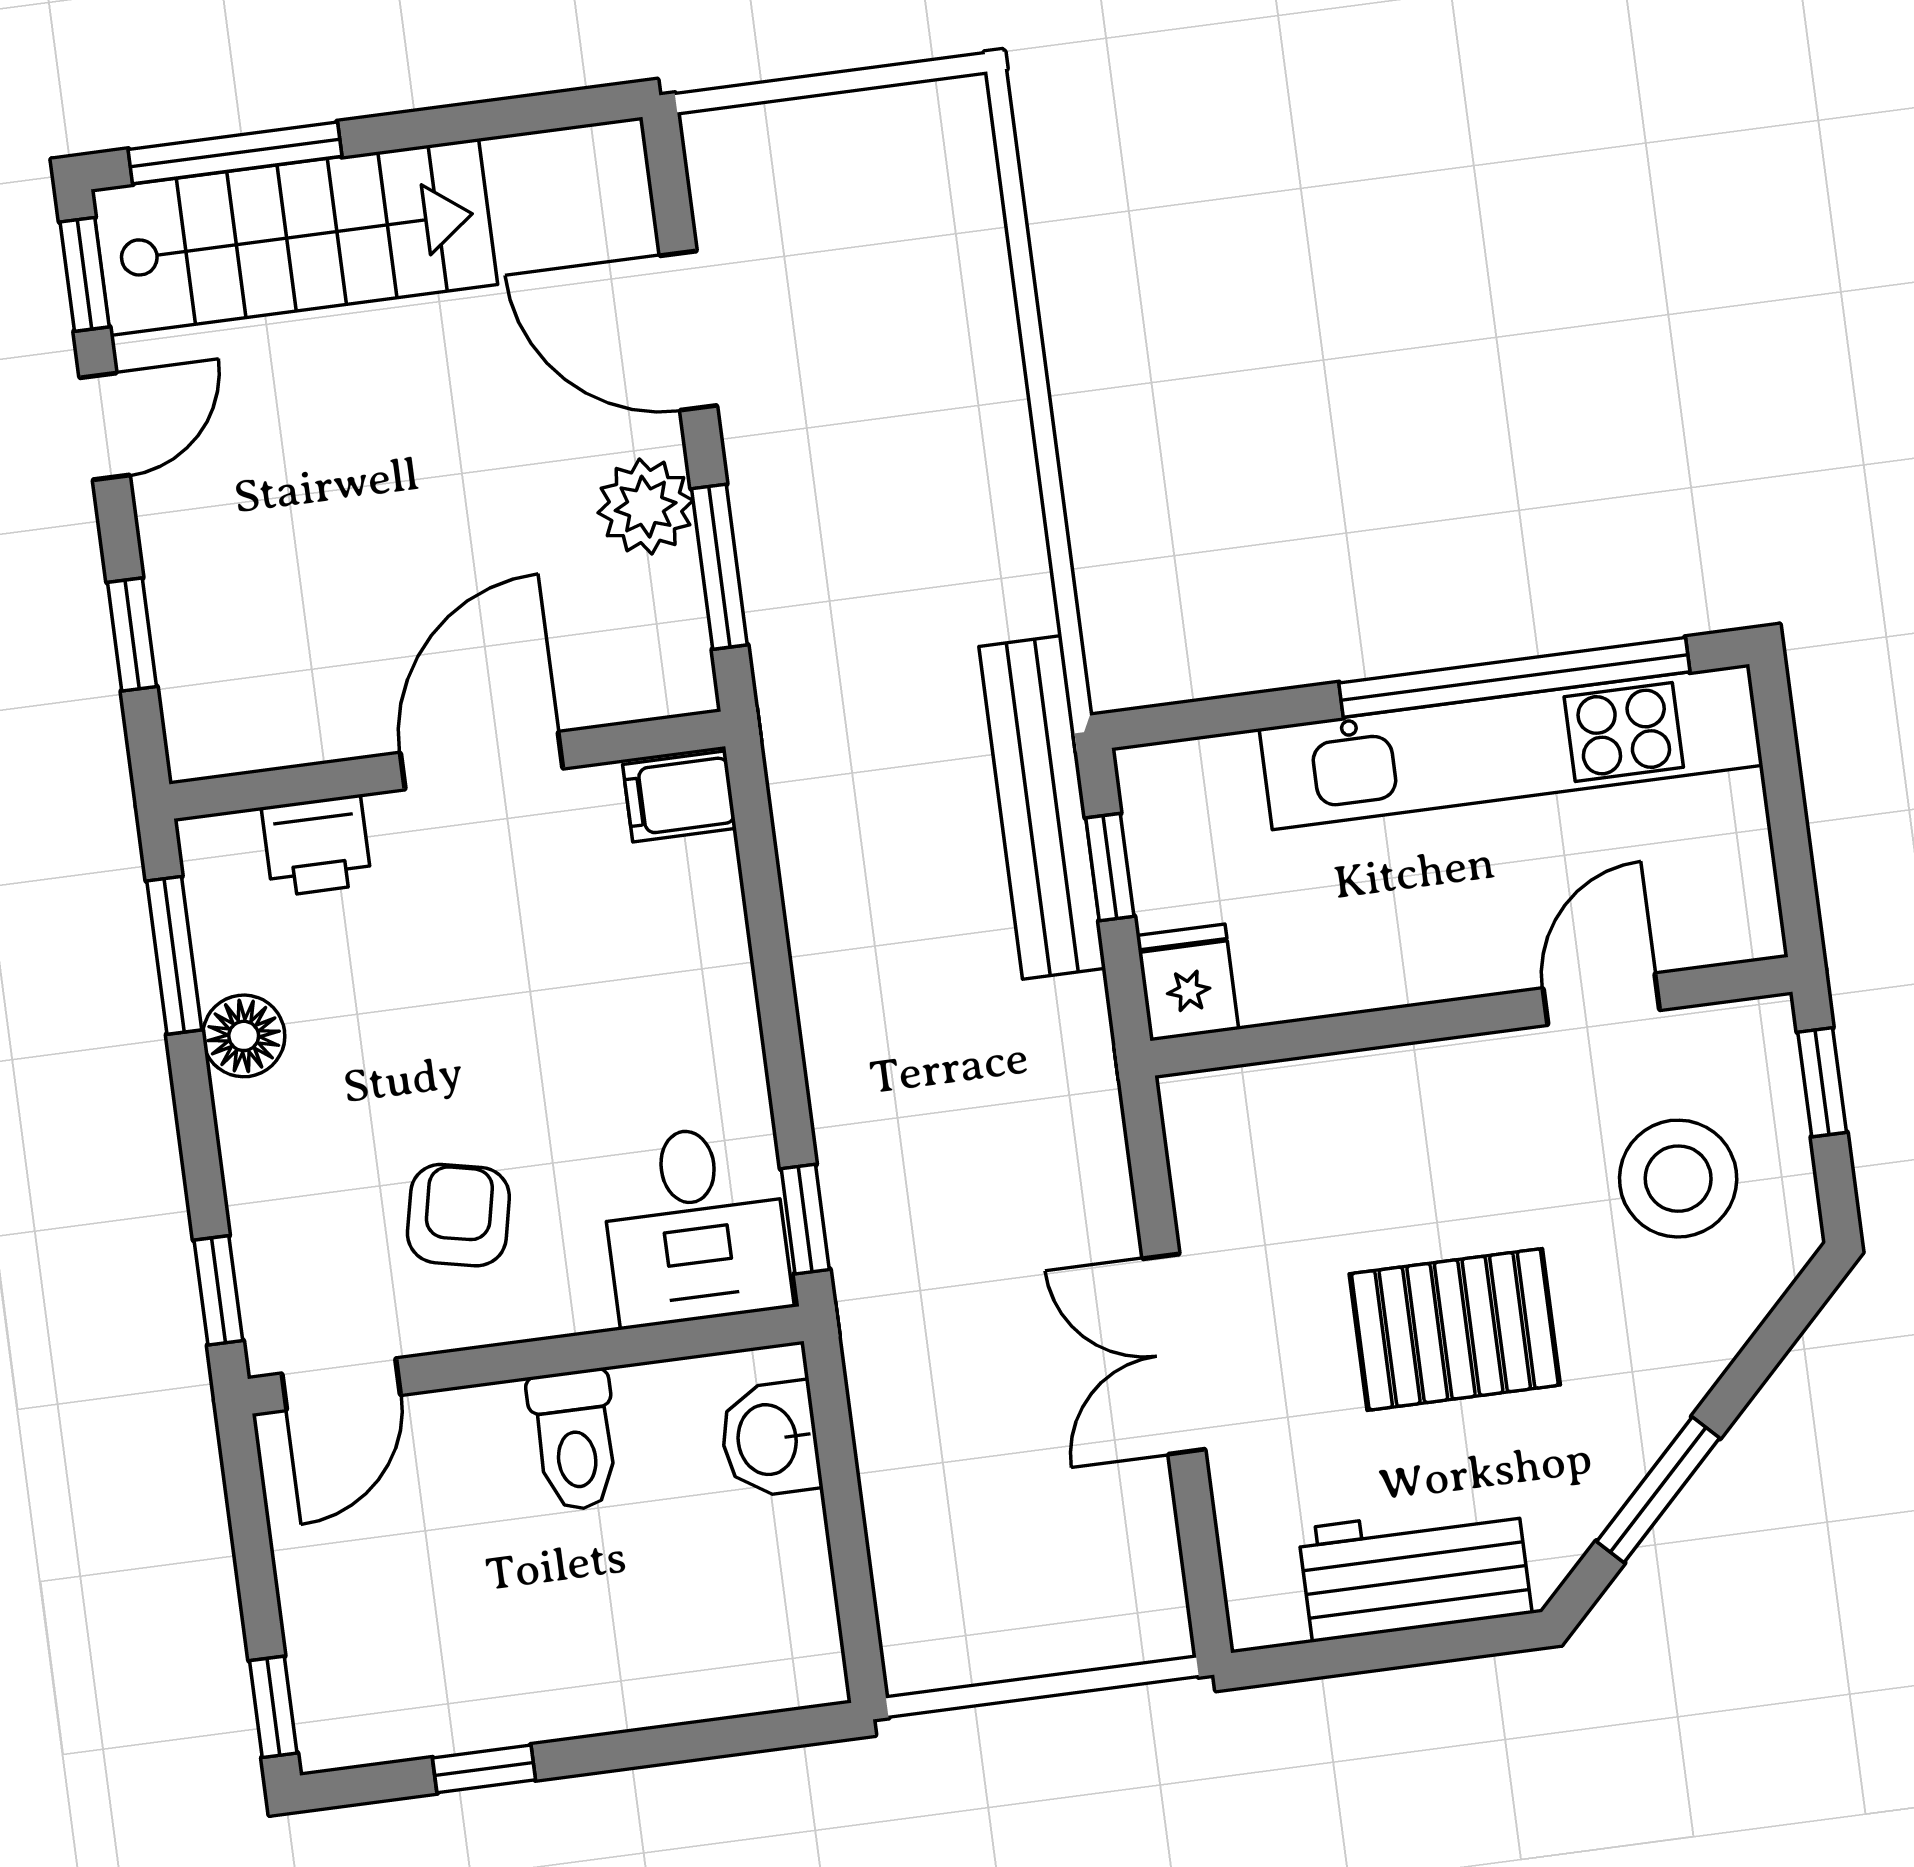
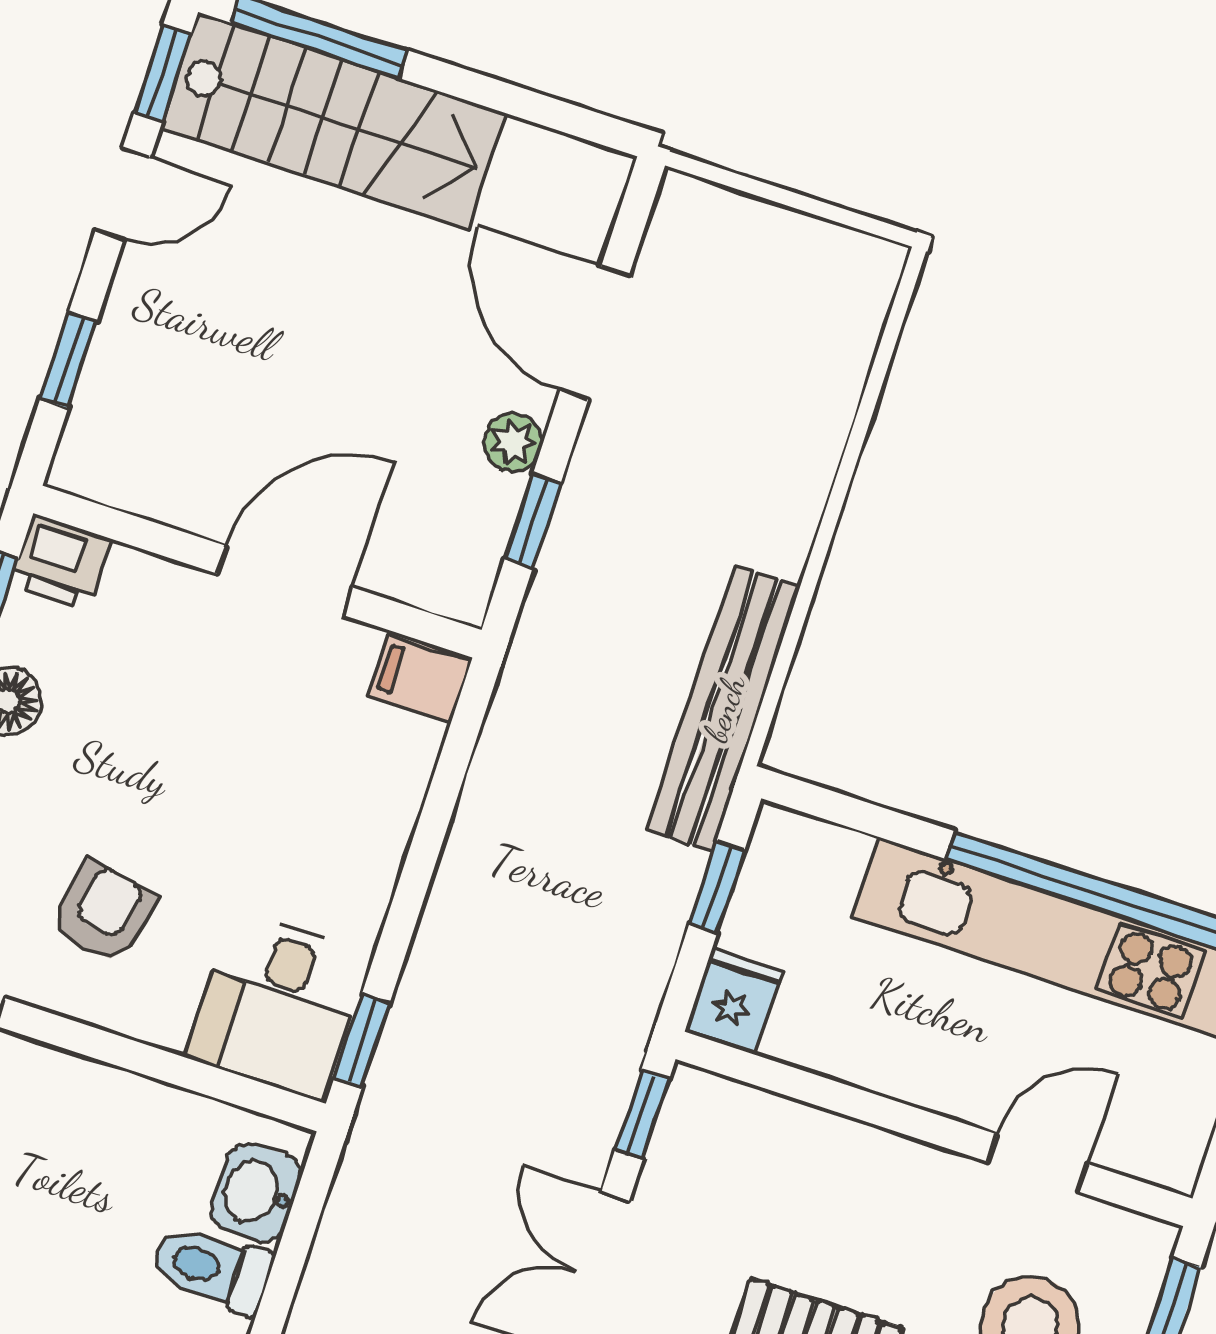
plant: (646, 507) -> (513, 442), width x0.73, depth x0.73
window: (719, 567) -> (533, 521), width x0.67
bench: (1042, 807) -> (724, 708), moved
printer: (317, 846) -> (61, 562), moved
window: (1147, 1153) -> (642, 1114), added
toilet: (575, 1440) -> (212, 1269), moved, turned 90

